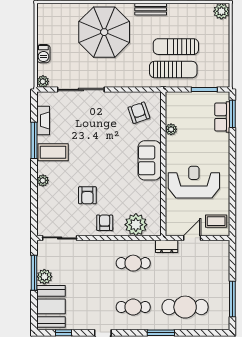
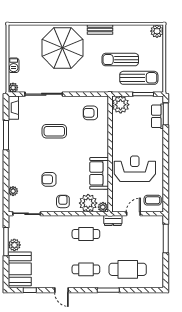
sun lounger: (173, 70) -> (139, 78), moved
armchair: (139, 113) -> (90, 113), turned -71
fireplace: (43, 120) -> (13, 108), moved
plant: (171, 129) -> (121, 105), moved, width x1.87, depth x1.87
coffee table: (53, 152) -> (54, 131), moved
sofa: (150, 160) -> (99, 173), moved
plant: (43, 180) -> (13, 191), moved
armchair: (87, 195) -> (49, 179), turned 90
plant: (154, 230) -> (103, 207), added
window: (232, 299) -> (166, 238), moved

